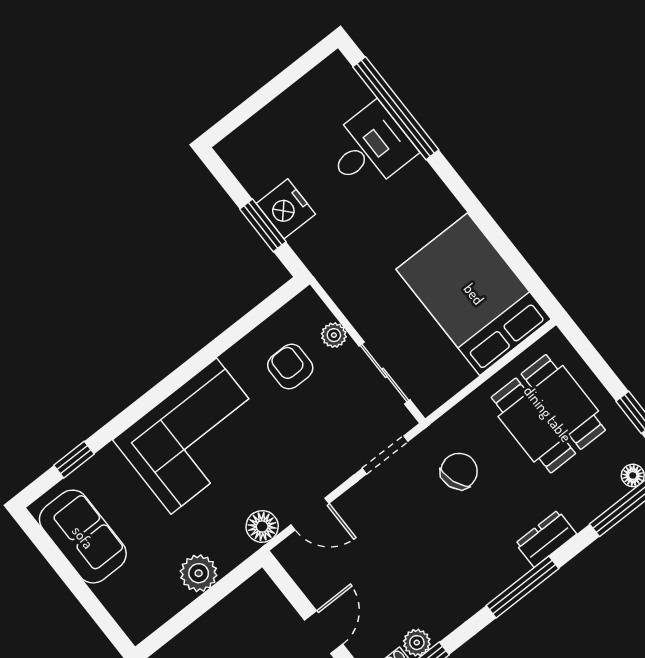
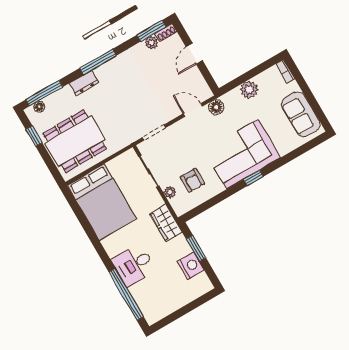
desk: (370, 148) -> (134, 265), moved
nightstand: (286, 209) -> (191, 266), moved
wardrobe: (334, 270) -> (166, 223), added
dining table: (548, 414) -> (75, 141), width x1.38
window: (74, 460) -> (253, 178), moved
chair: (459, 471) -> (120, 120), removed
bookcase: (128, 622) -> (285, 71), added

